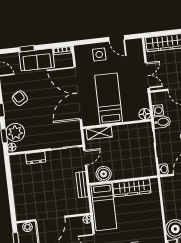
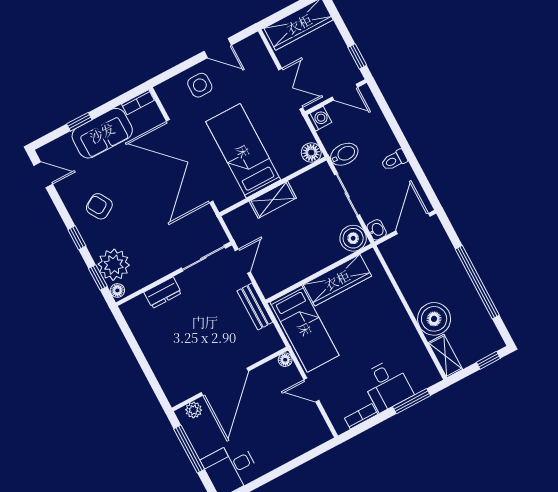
washing machine: (158, 110) -> (319, 119), moved
shelving: (99, 133) -> (273, 200), moved
boiler: (104, 174) -> (353, 238), moved

